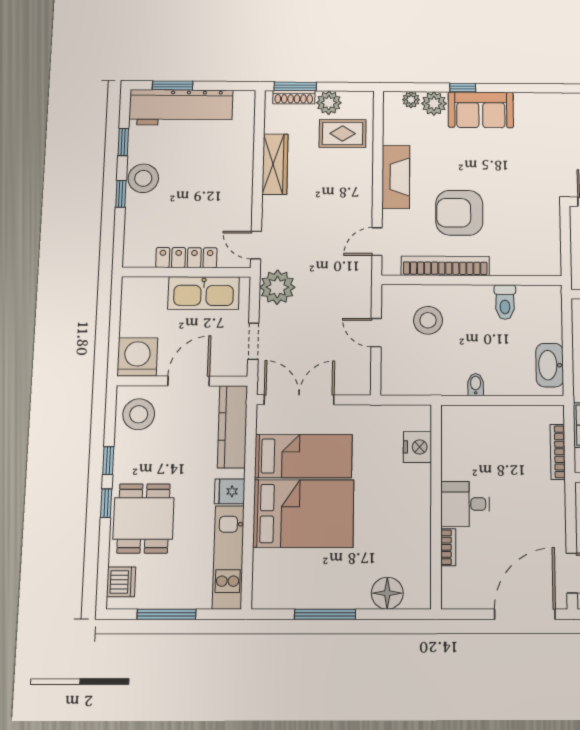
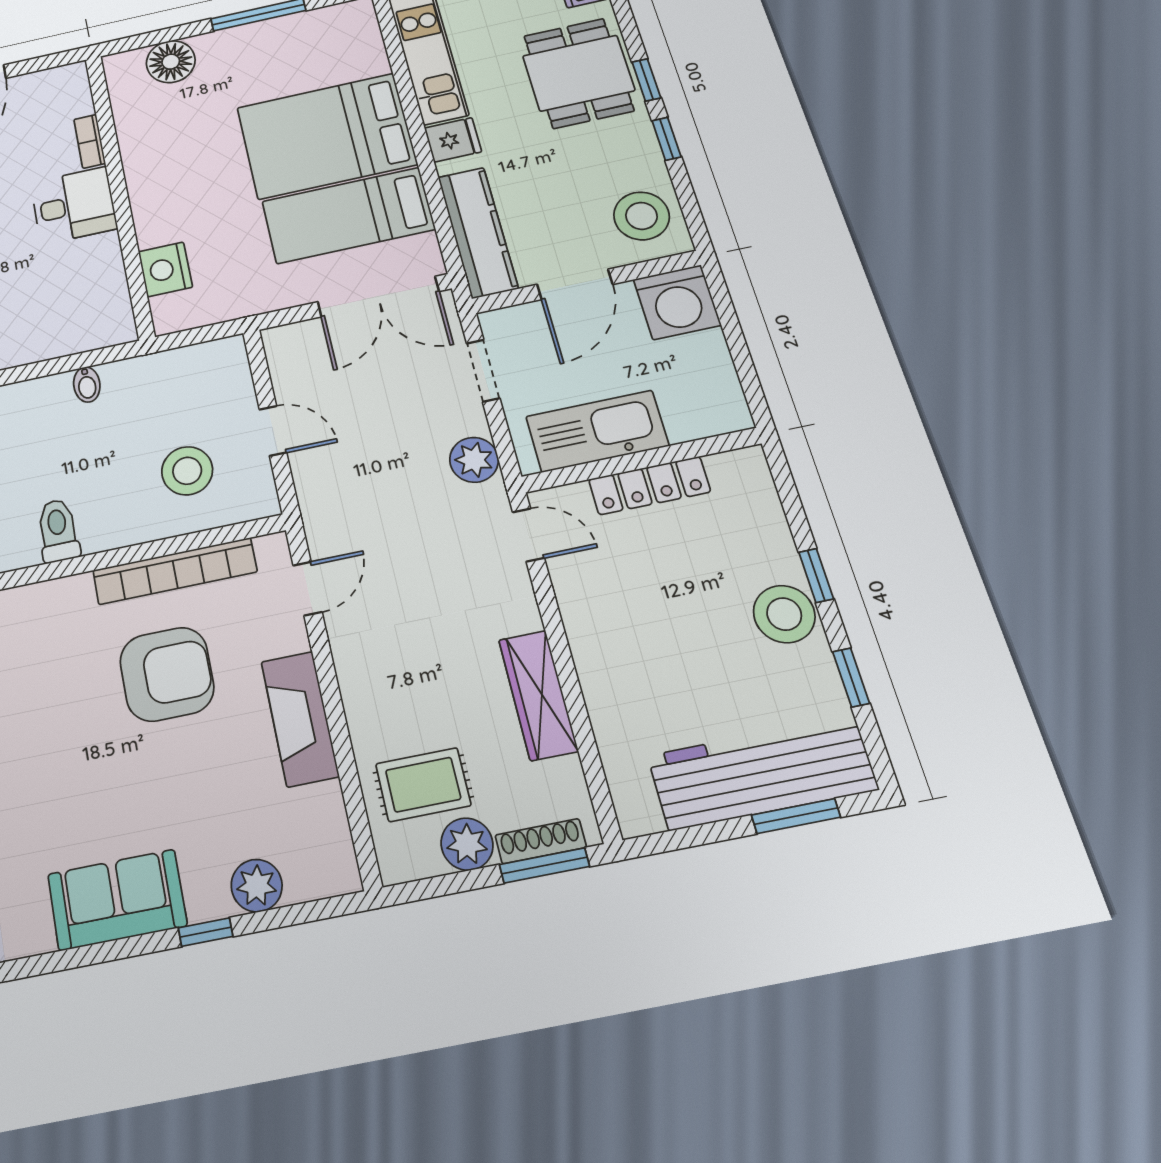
plant: (411, 100) -> (304, 884), removed
sofa: (481, 110) -> (117, 900), moved
plant: (277, 287) -> (474, 460), width x0.73, depth x0.73

